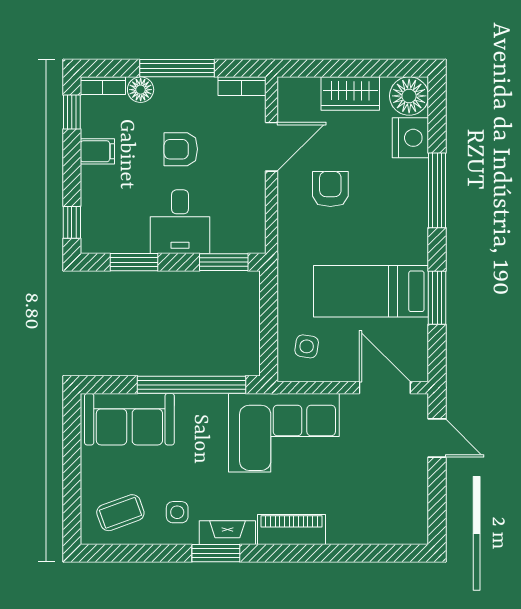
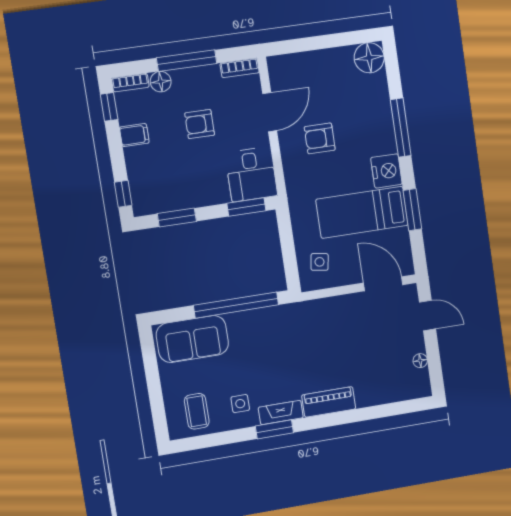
wardrobe: (350, 94) -> (324, 62), removed
nightstand: (410, 138) -> (386, 171), moved
armchair: (330, 189) -> (320, 138), turned -90
desk: (180, 222) -> (251, 174), moved
corner sofa: (284, 433) -> (312, 330), removed
floor lamp: (419, 495) -> (420, 361), added
coffee table: (120, 513) -> (197, 411), turned -70

